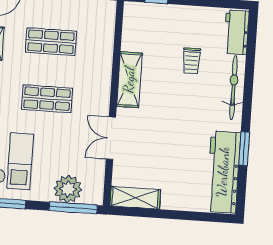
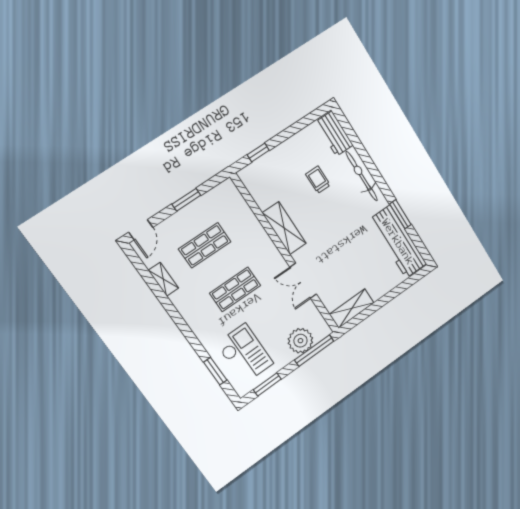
trolley: (191, 61) -> (318, 180), turned 180

